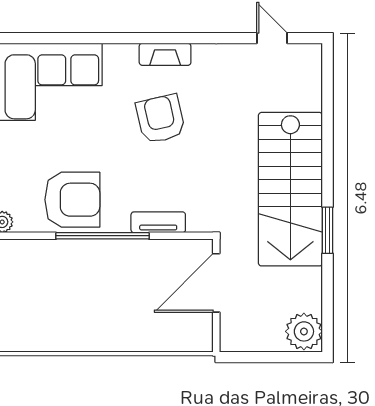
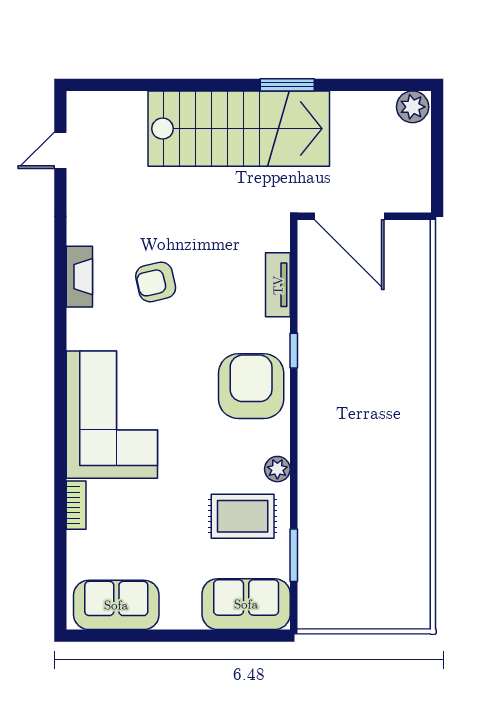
armchair: (161, 119) -> (156, 282), width x0.72, depth x0.72
window: (102, 236) -> (294, 351), width x0.32
plant: (304, 331) -> (413, 107), width x0.73, depth x0.73

